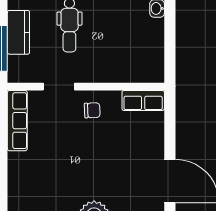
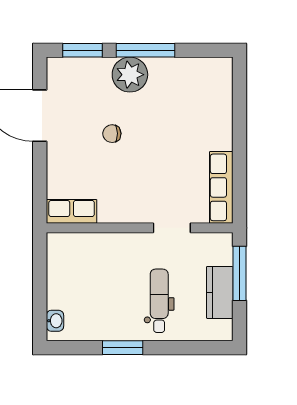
chair: (92, 110) -> (112, 134), moved

